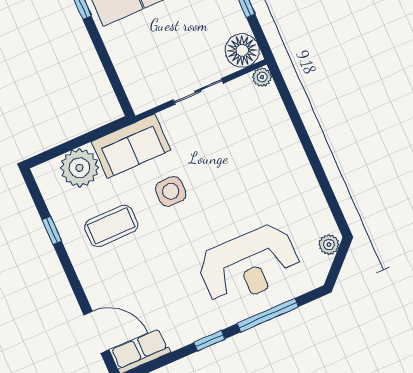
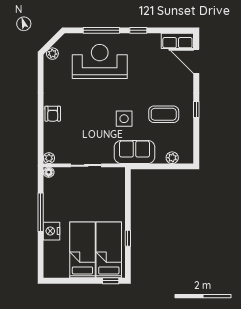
floor lamp: (242, 50) -> (49, 172), width x0.53, depth x0.53
armchair: (287, 150) -> (53, 114), added
plant: (80, 168) -> (172, 158), width x0.53, depth x0.53
window: (52, 230) -> (196, 110), moved

